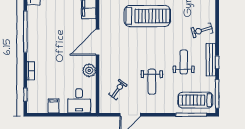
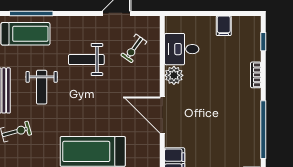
door: (98, 42) -> (162, 115), swing flipped
weight bench: (152, 82) -> (86, 60), turned -90
desk: (79, 101) -> (182, 49), moved, turned -90

